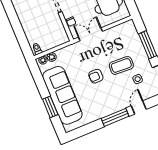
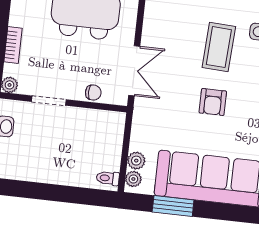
double door: (90, 34) -> (134, 71), swing flipped
window: (50, 107) -> (173, 206), moved

